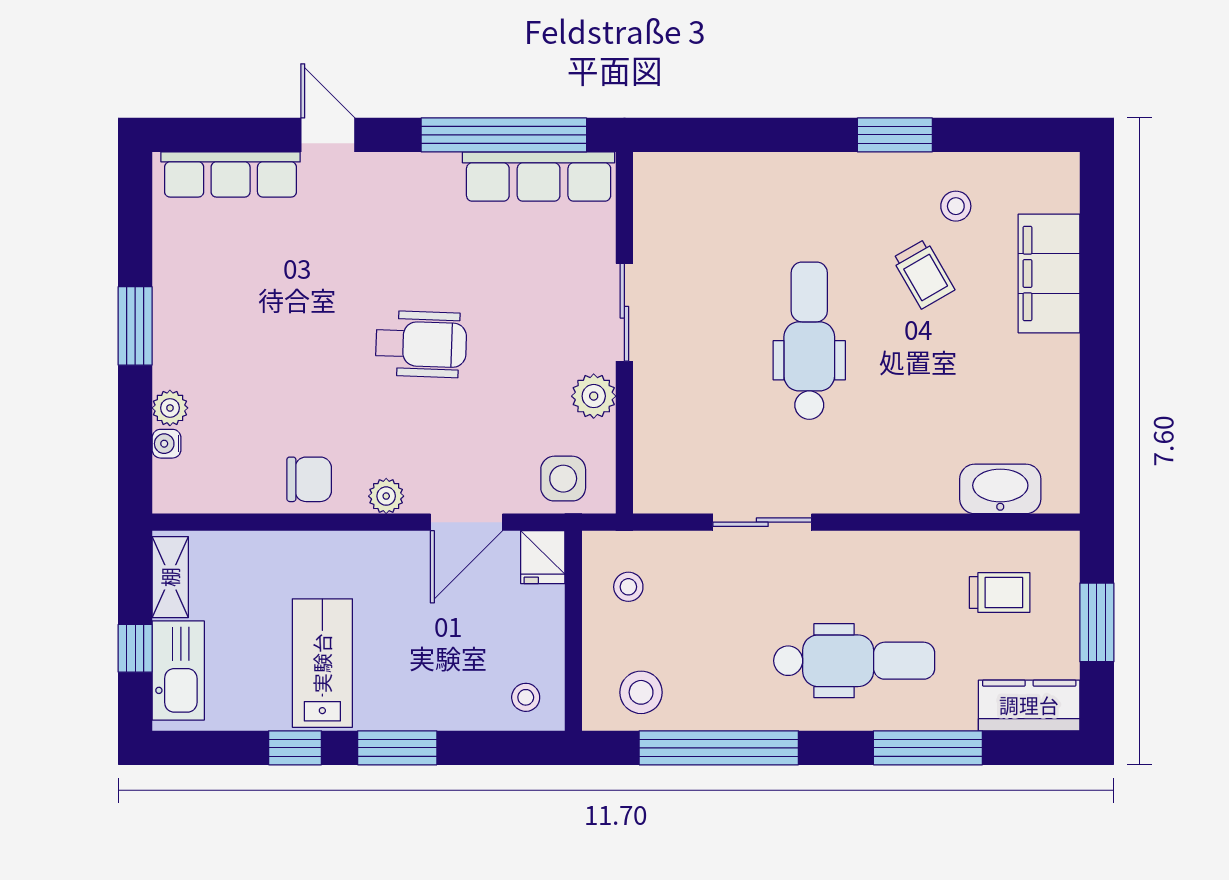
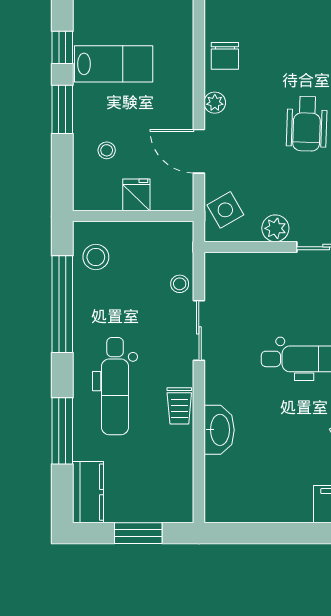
side table: (563, 479) -> (225, 210), turned -30
washbasin: (1000, 489) -> (219, 430), moved
fridge: (543, 557) -> (136, 195), moved, turned 90
stool: (628, 587) -> (180, 284), moved
trolley: (1000, 593) -> (179, 406), moved
stool: (526, 697) -> (107, 150), moved

